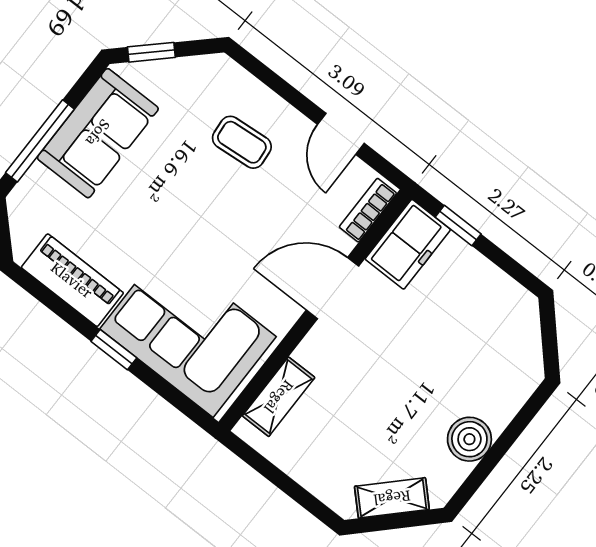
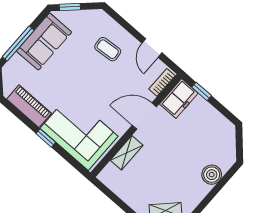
shelving: (279, 397) -> (127, 153), moved
boiler: (469, 439) -> (212, 175), moved

